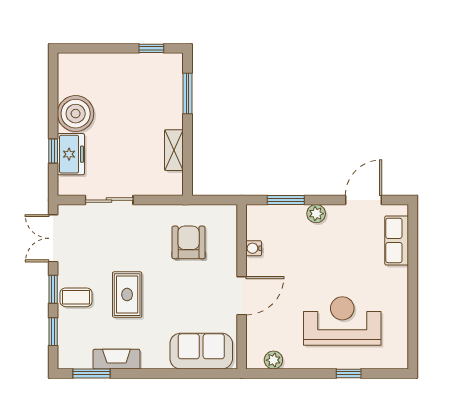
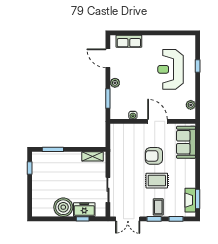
shelving: (174, 150) -> (93, 156), moved
armchair: (189, 242) -> (154, 156), moved
fireplace: (116, 359) -> (190, 200), moved

